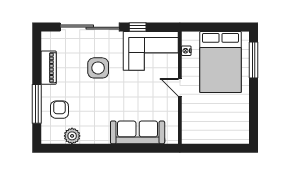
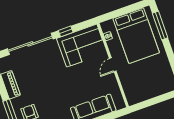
side table: (98, 68) -> (47, 72), removed
door: (180, 87) -> (113, 65), hinge flipped

